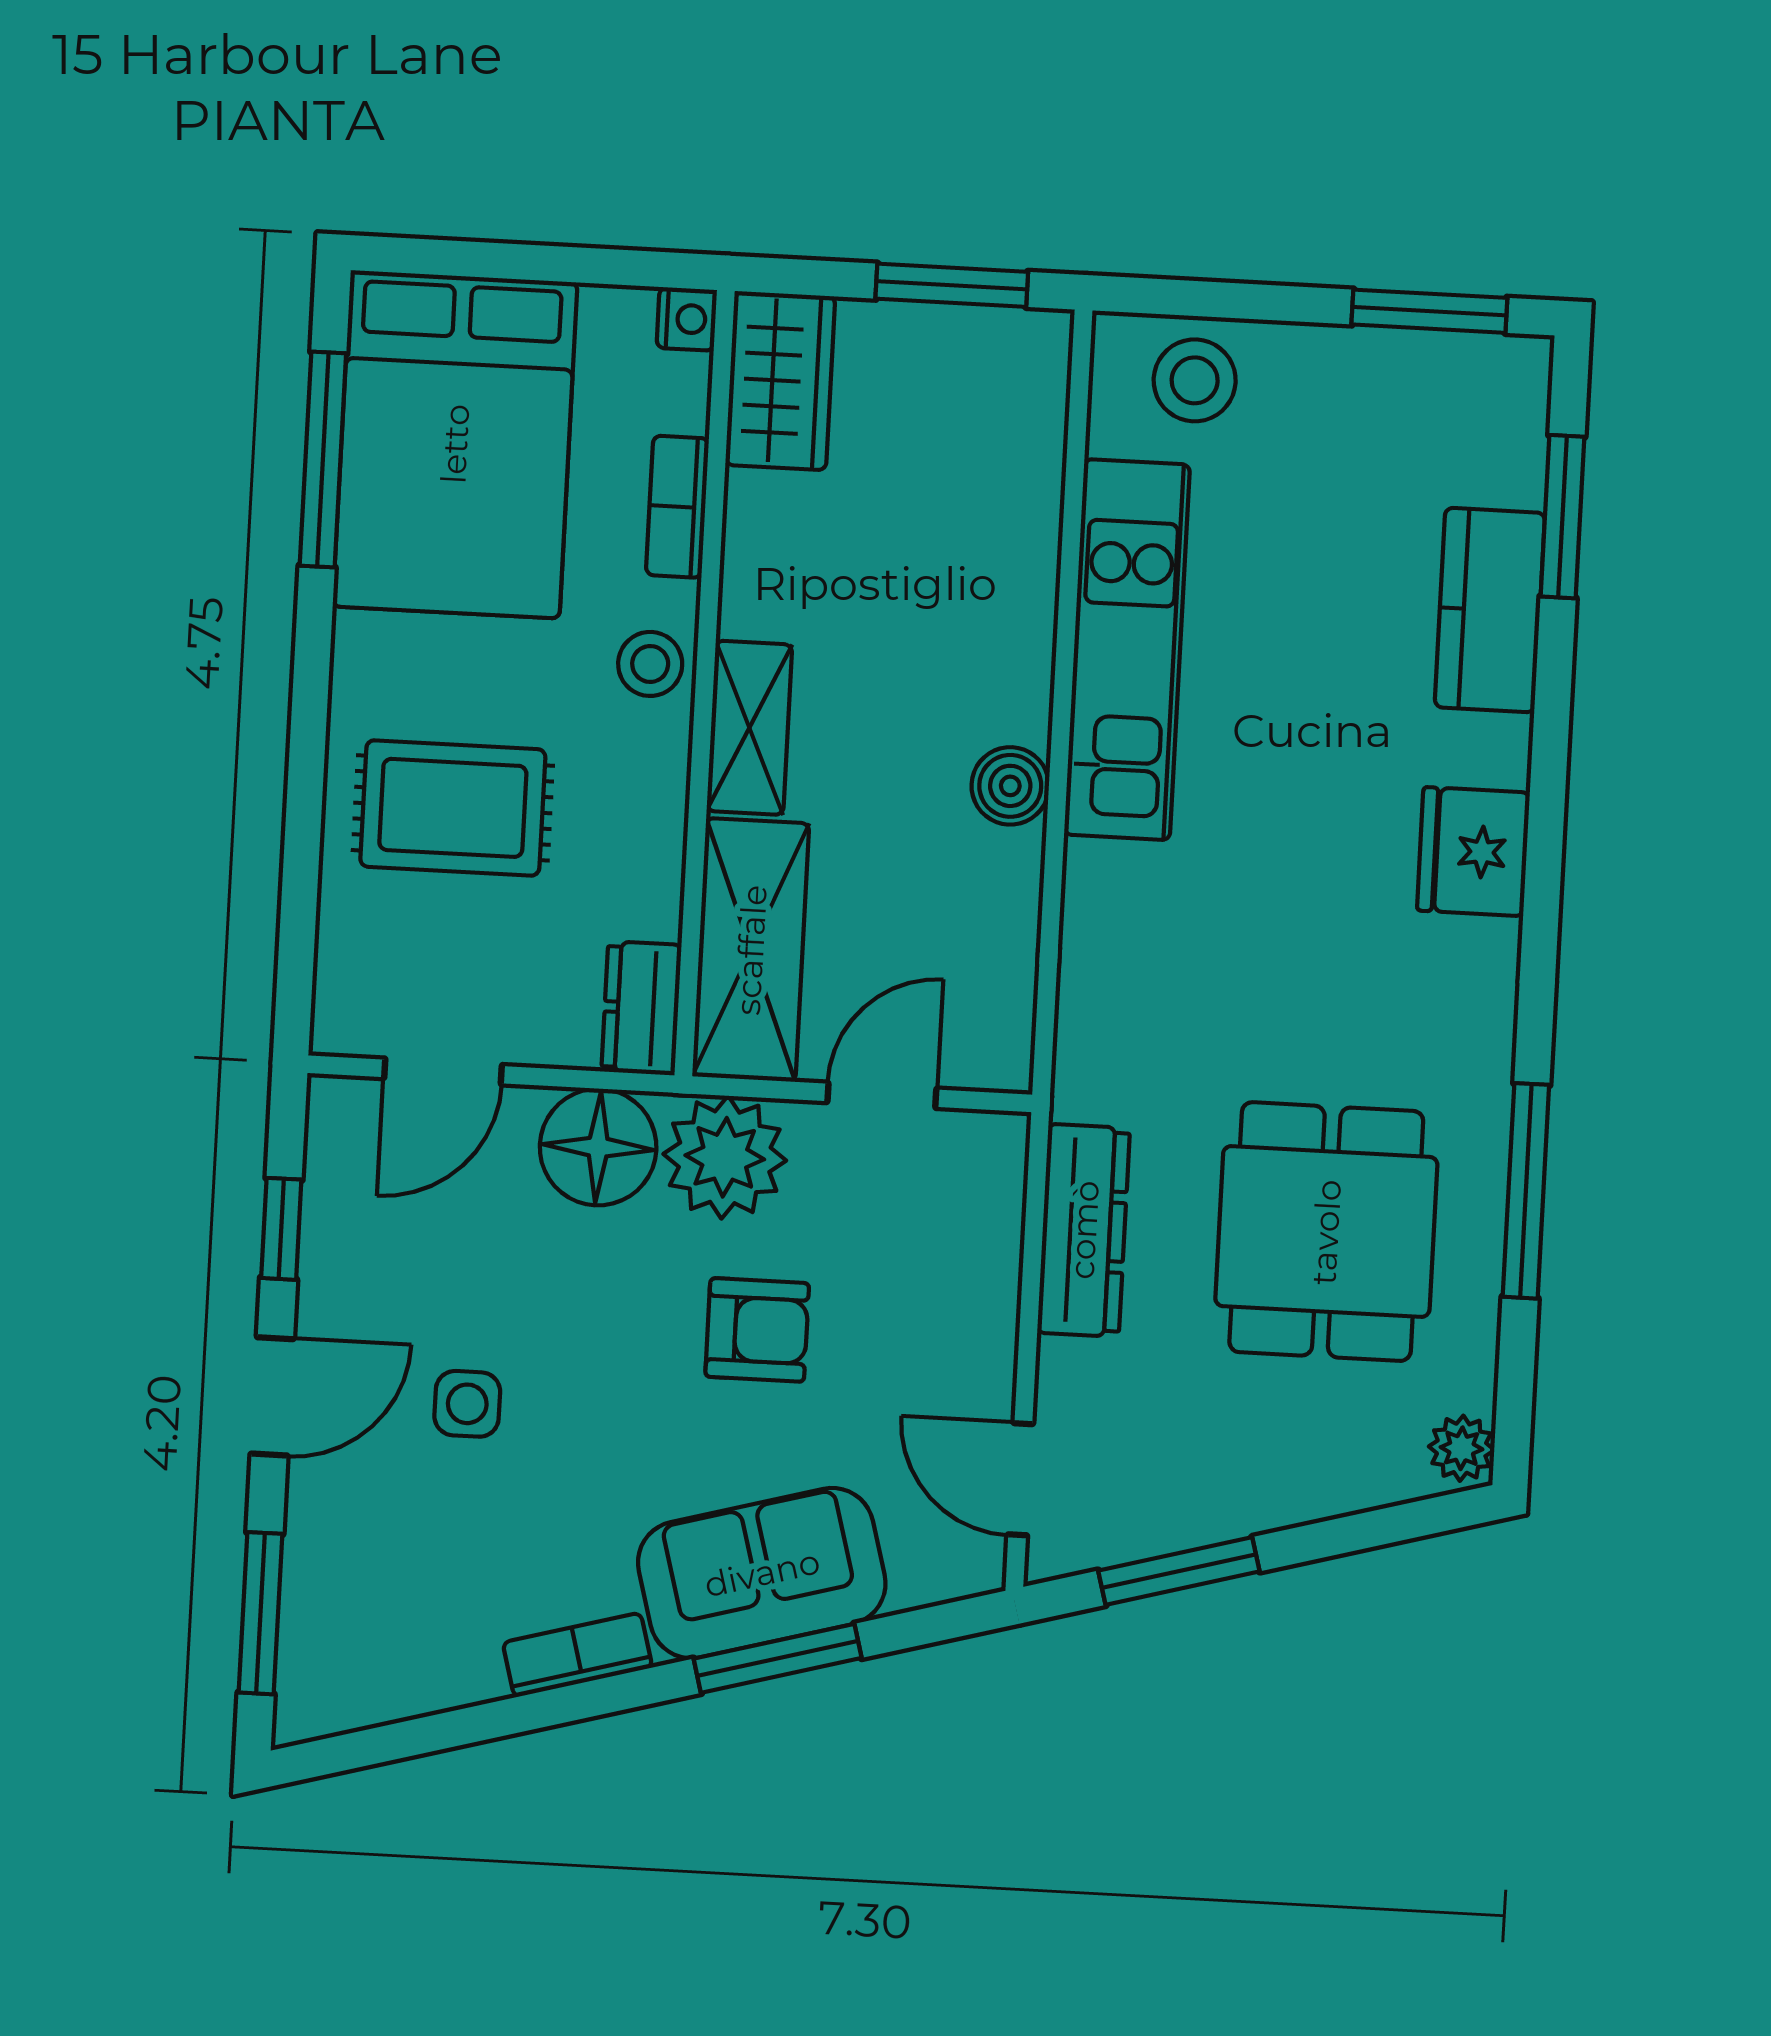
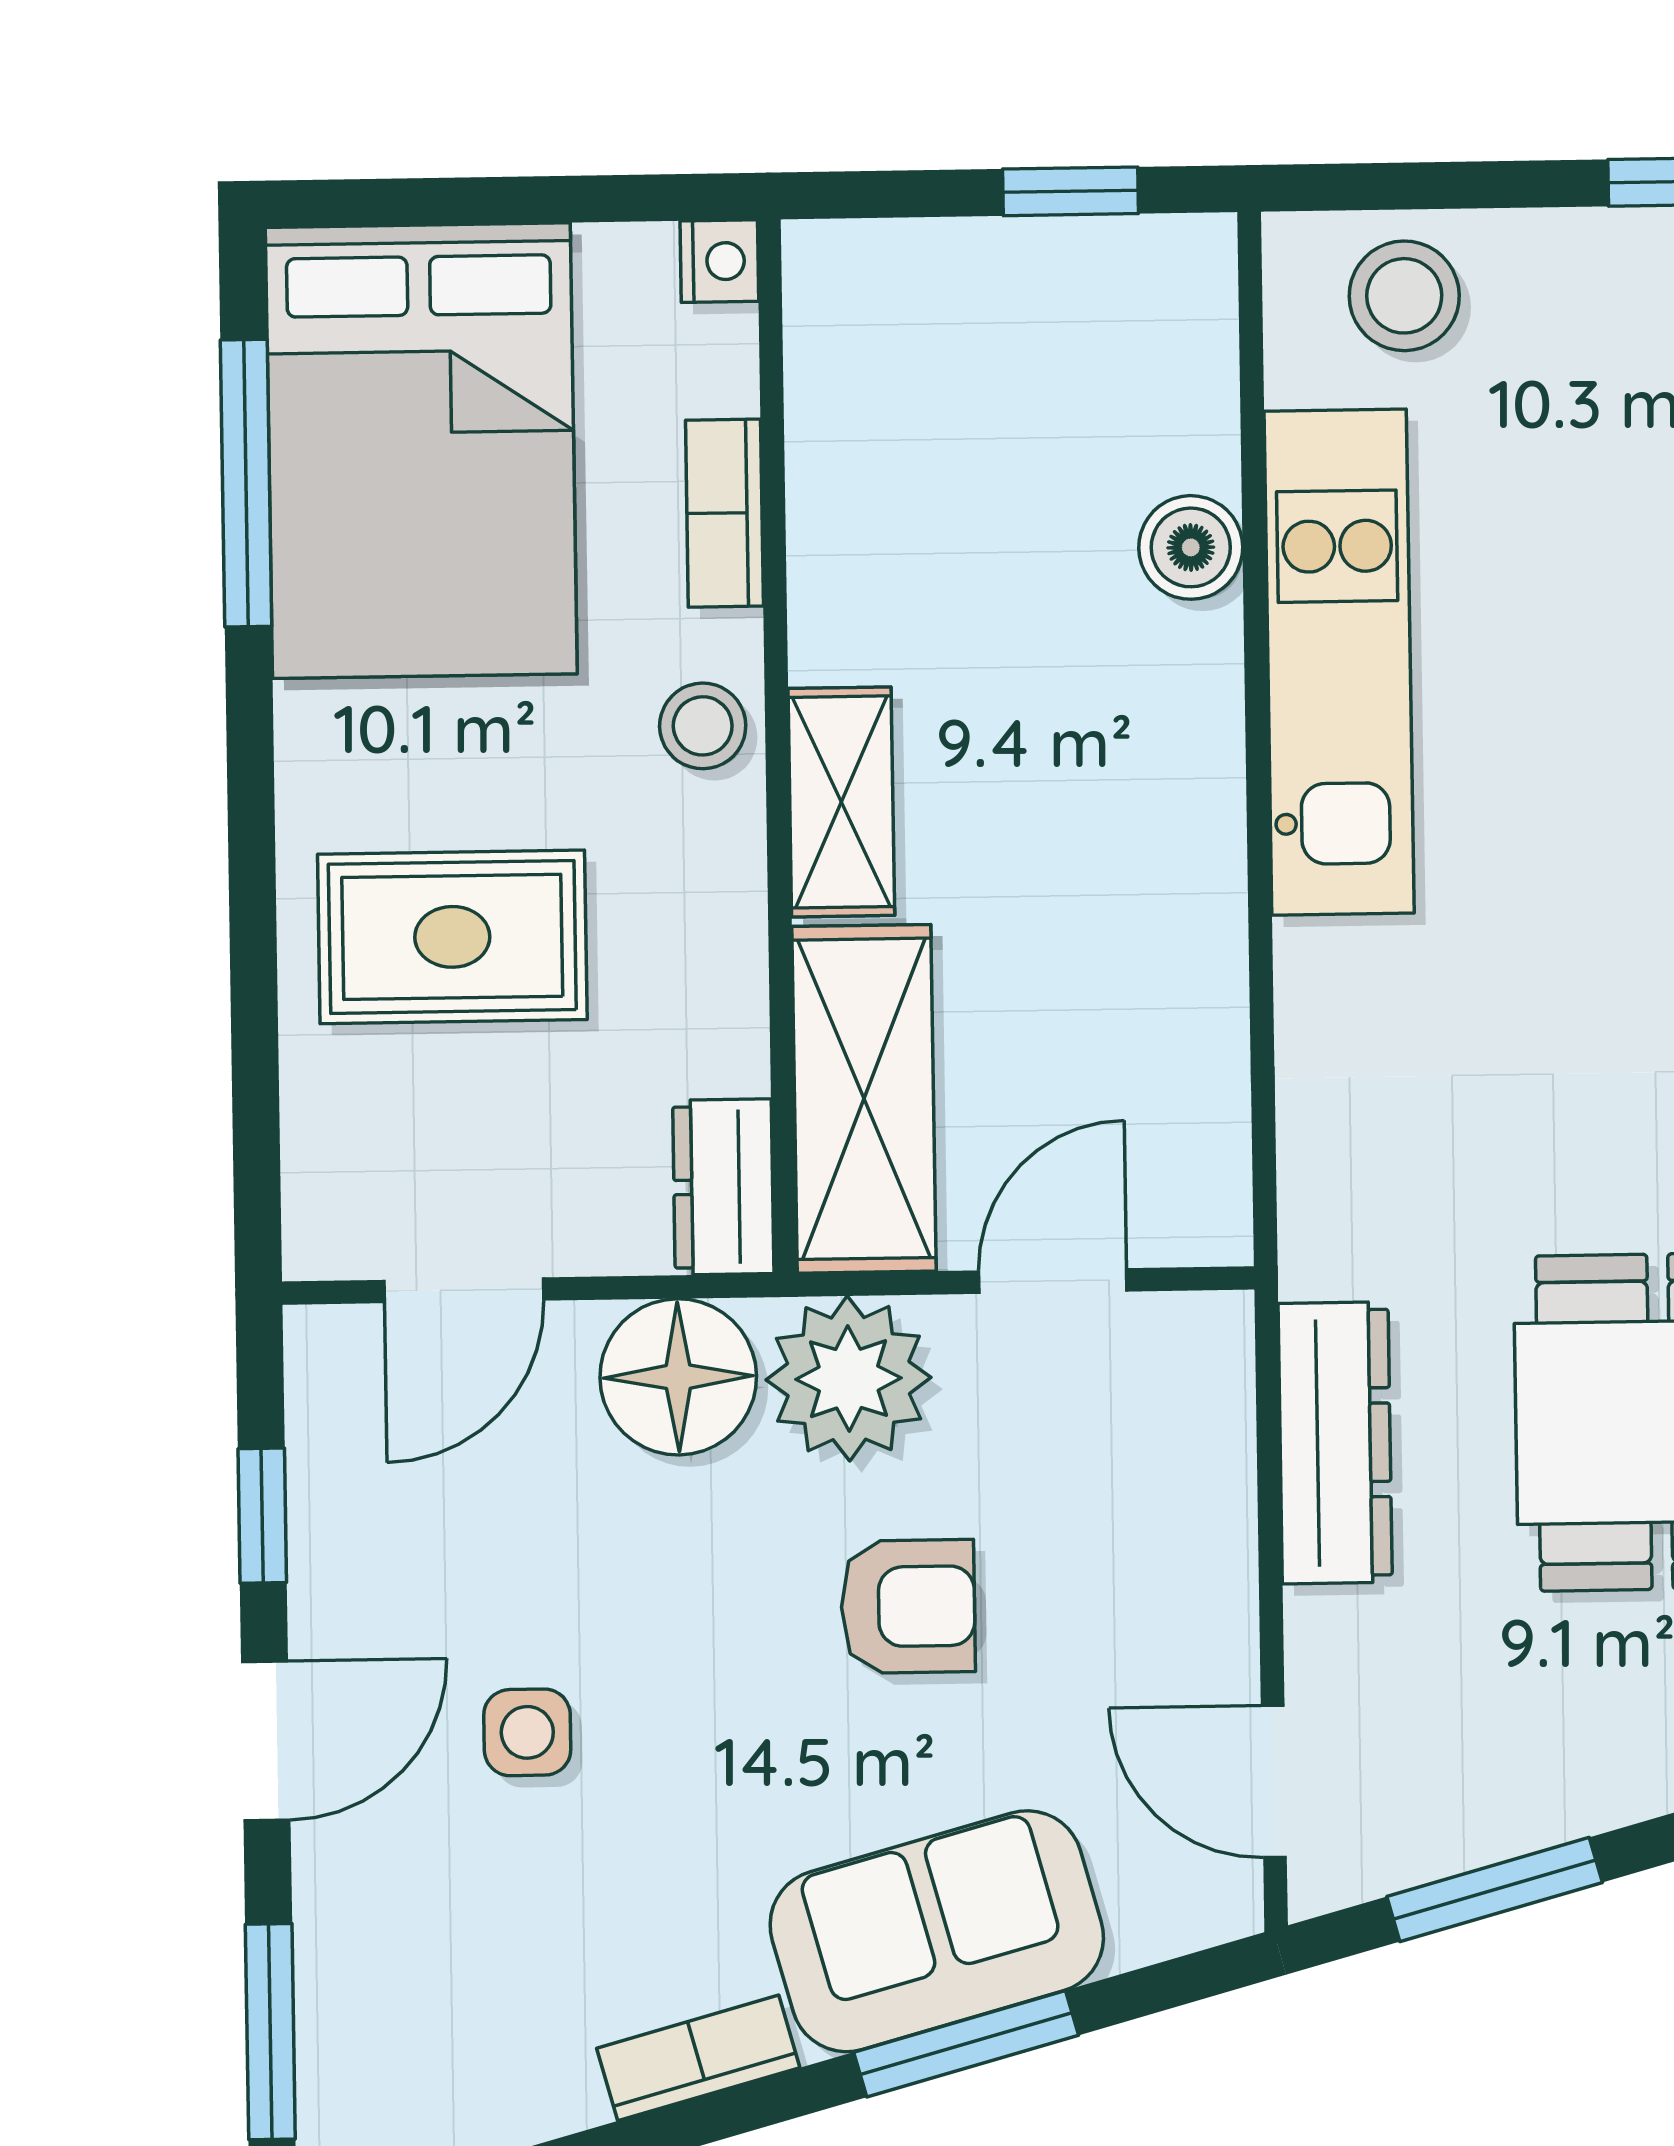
window: (952, 285) -> (1071, 191), width x0.67
wardrobe: (780, 381) -> (850, 335), removed
boiler: (1010, 786) -> (1191, 547), moved

